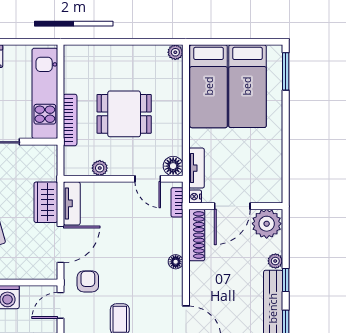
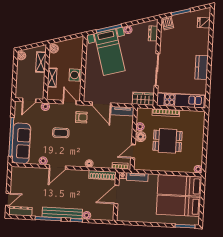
dining table: (124, 114) -> (167, 141), turned 90
floor lamp: (173, 166) -> (141, 137), moved
wardrobe: (46, 202) -> (143, 99), moved
door: (232, 206) -> (116, 195), hinge flipped
plant: (267, 224) -> (106, 212), removed

